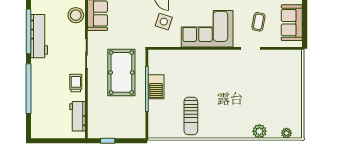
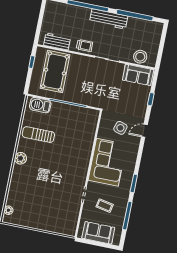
workbench: (39, 36) -> (109, 19), moved
pool table: (121, 72) -> (55, 72), moved, turned 90
barbecue: (156, 87) -> (40, 105), moved
plant: (259, 131) -> (21, 158), moved

